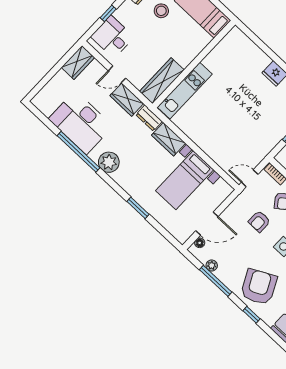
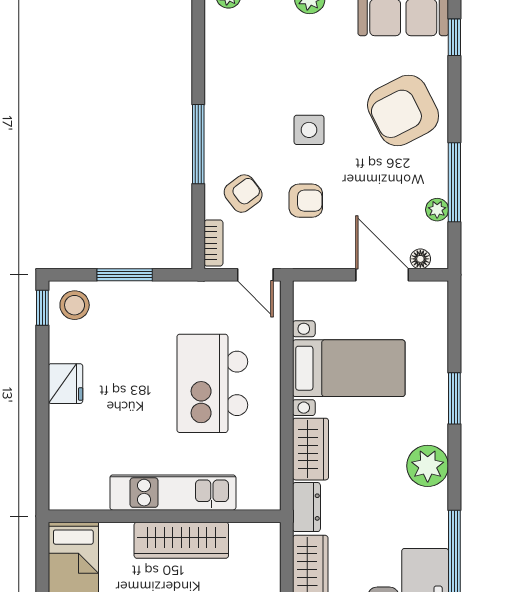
wardrobe: (162, 81) -> (181, 540), moved
kitchen unit: (185, 91) -> (173, 493), moved
kitchen island: (225, 126) -> (212, 383), added
plant: (109, 162) -> (428, 466), moved
window: (252, 315) -> (454, 37), moved

